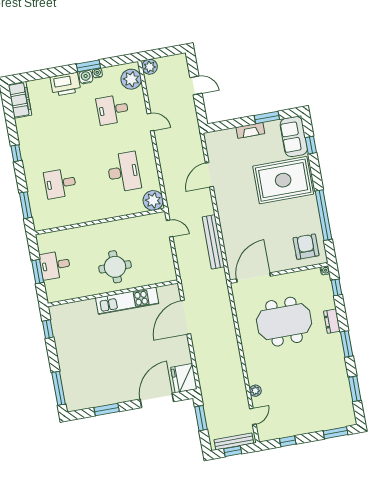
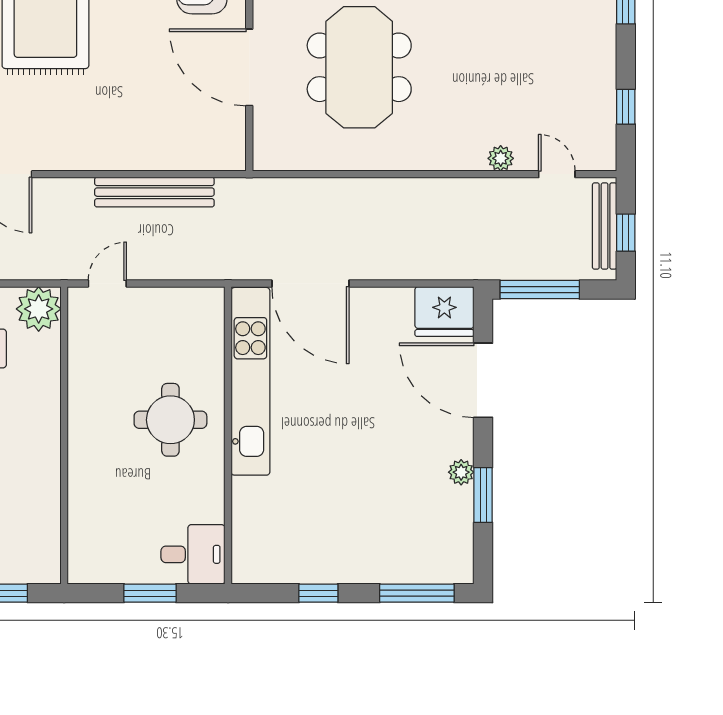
desk: (55, 265) -> (193, 554), moved, turned -90
door: (253, 277) -> (249, 67), moved
kitchen unit: (127, 301) -> (250, 381), width x1.36
window: (48, 329) -> (318, 593), moved
plant: (115, 398) -> (461, 472), added
window: (201, 418) -> (540, 290), width x1.44

